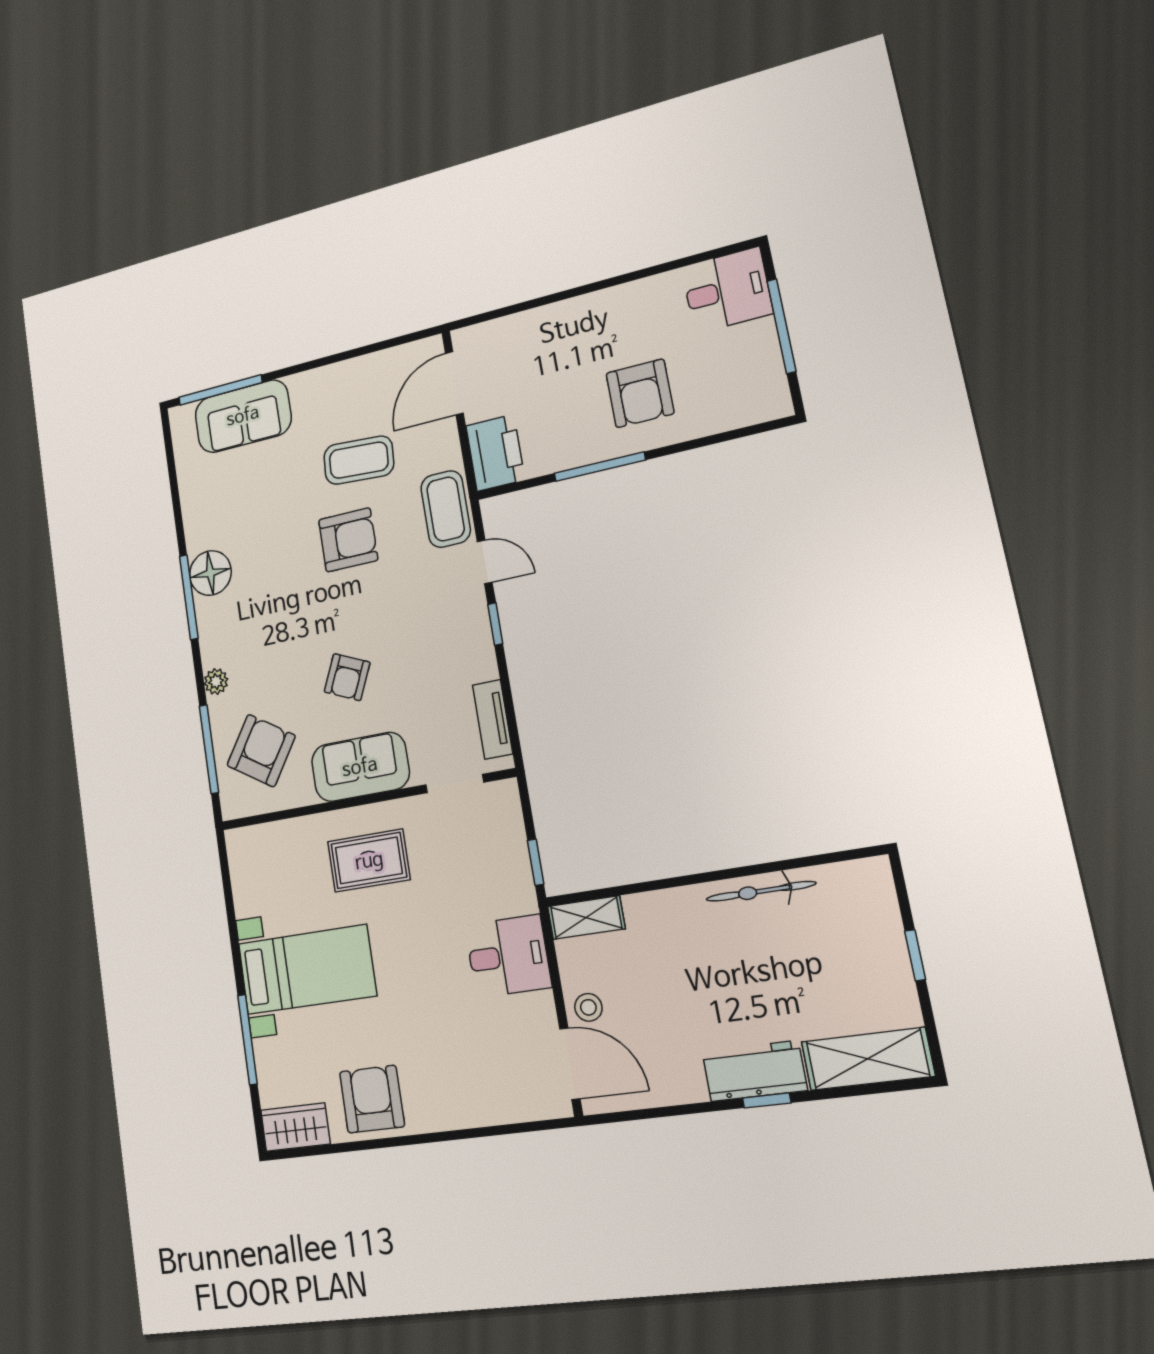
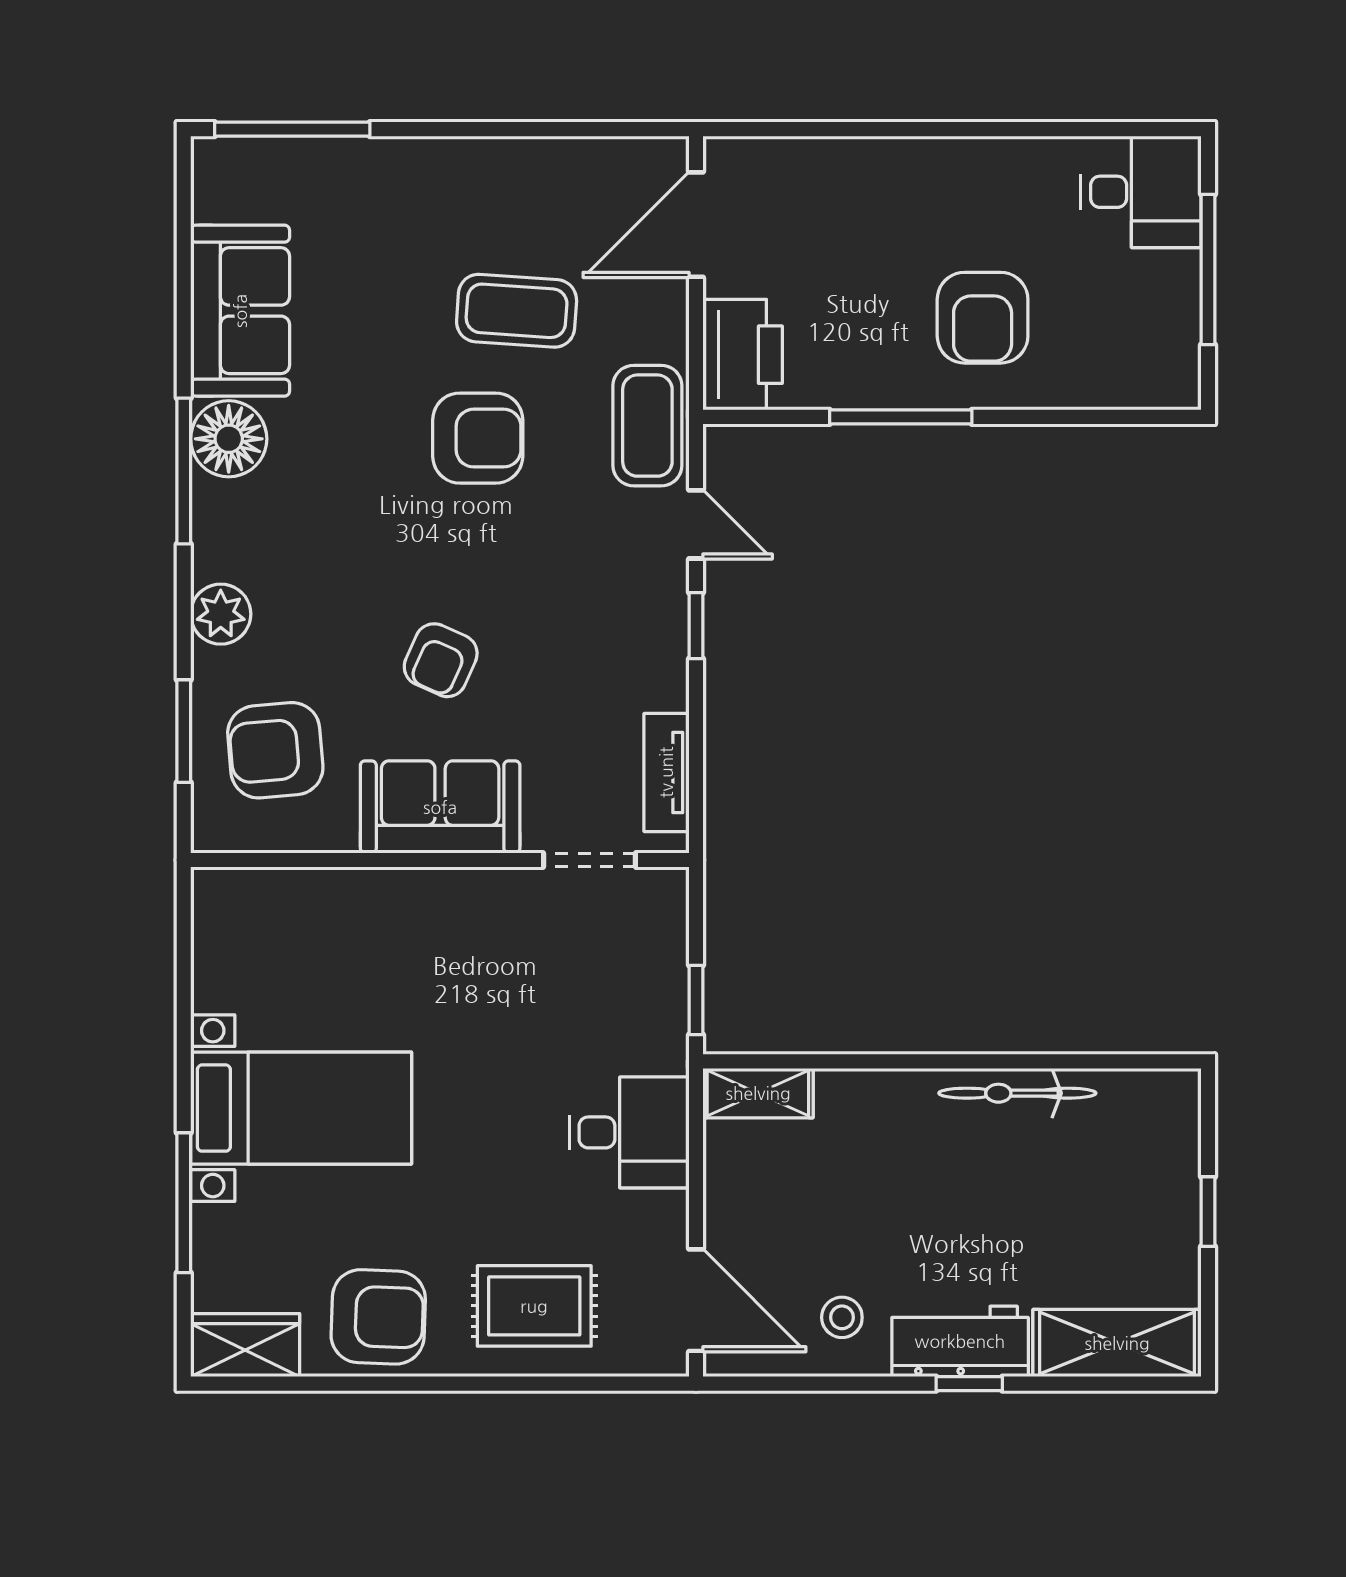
sofa: (243, 416) -> (240, 311), moved, turned -90
plant: (216, 681) -> (221, 614), width x1.38, depth x1.38
window: (209, 749) -> (184, 731), width x0.69
armchair: (261, 751) -> (275, 750), turned -128
rug: (369, 861) -> (534, 1306), moved
stool: (588, 1007) -> (842, 1317), moved
armchair: (372, 1099) -> (378, 1317), turned 92

